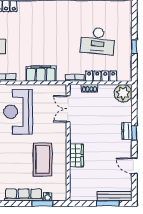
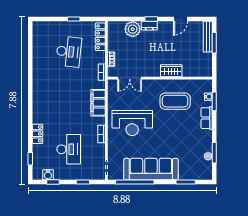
locker: (101, 76) -> (100, 37), moved
plant: (123, 93) -> (133, 29), moved
row of seats: (24, 195) -> (207, 118), width x0.68

